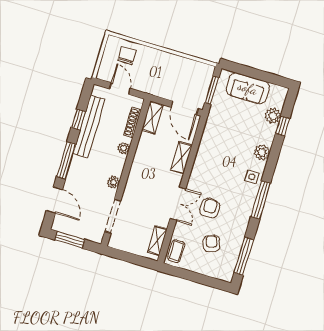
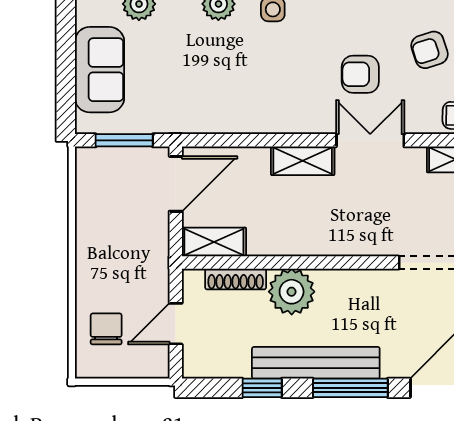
chair: (127, 56) -> (106, 329), turned 89
bench: (89, 126) -> (316, 363), moved
plant: (124, 148) -> (292, 292), width x1.87, depth x1.87
shelving: (181, 158) -> (303, 161), moved
plant: (113, 182) -> (365, 281), removed

